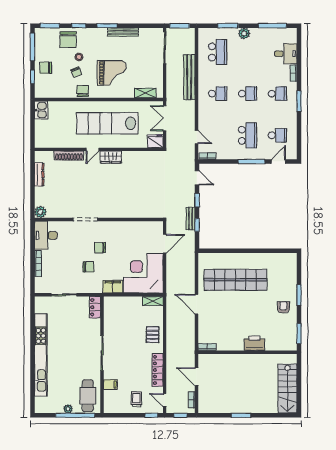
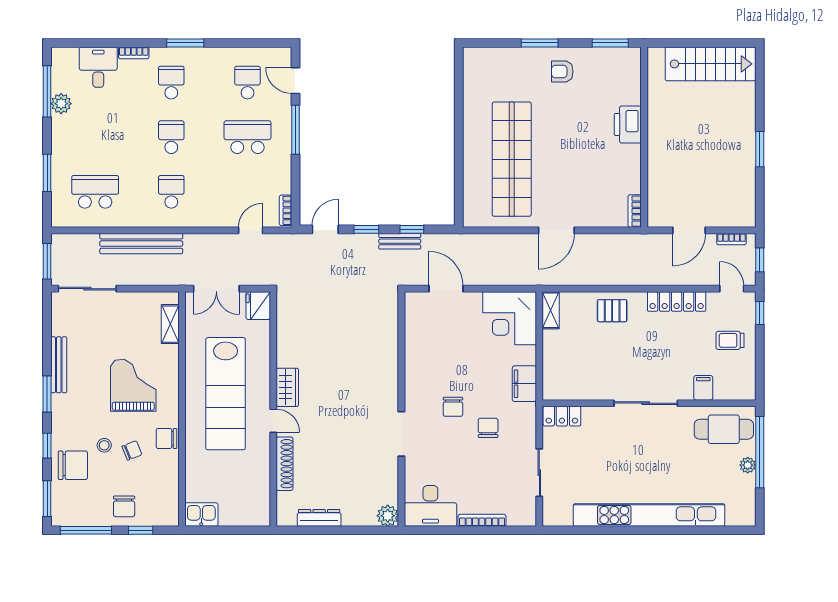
plant: (244, 33) -> (61, 104), moved
corner desk: (143, 273) -> (510, 318), width x0.74, depth x0.74
door: (165, 400) -> (732, 289), swing flipped

